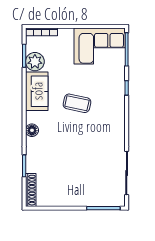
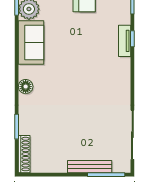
tv unit: (120, 90) -> (125, 41), added
coffee table: (77, 103) -> (76, 56), removed
bench: (89, 201) -> (90, 167), added

